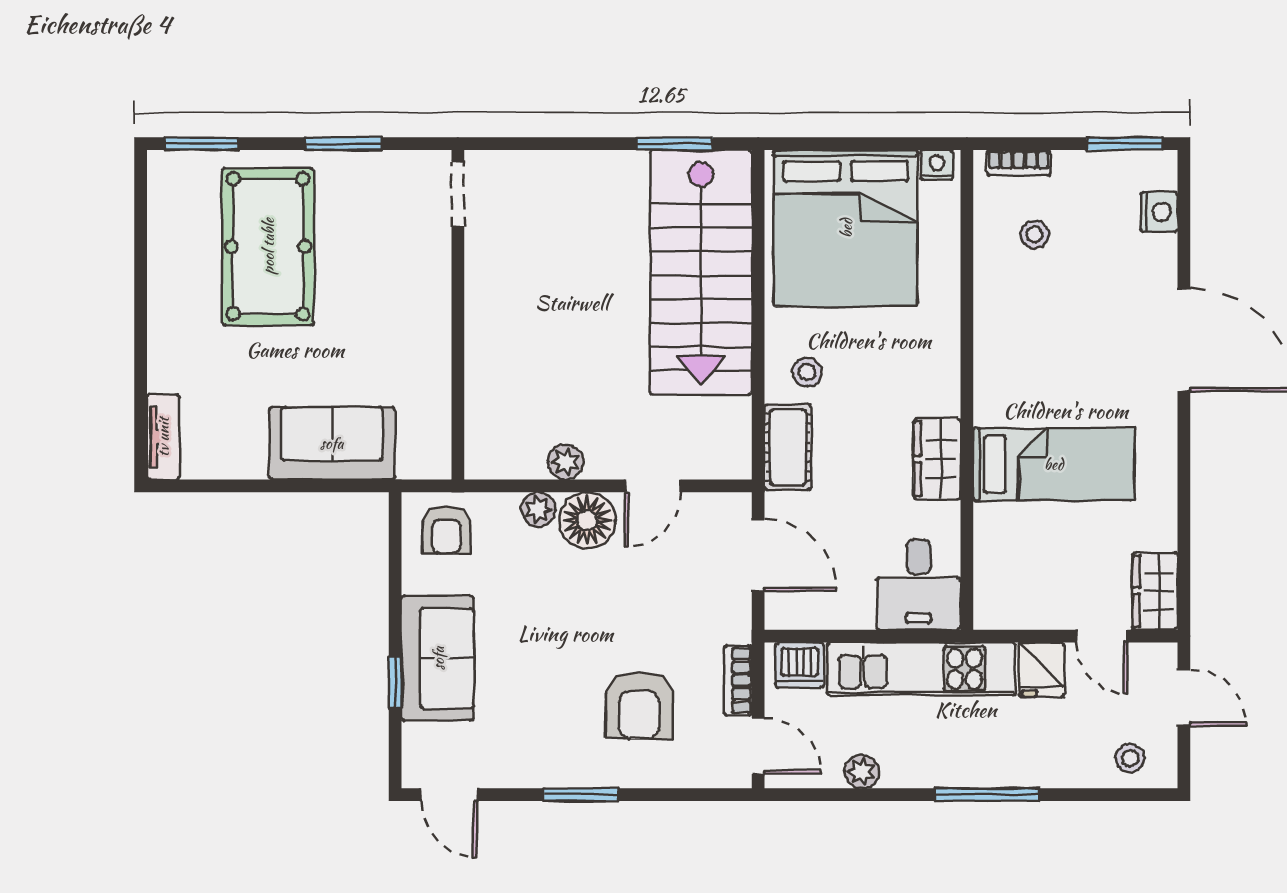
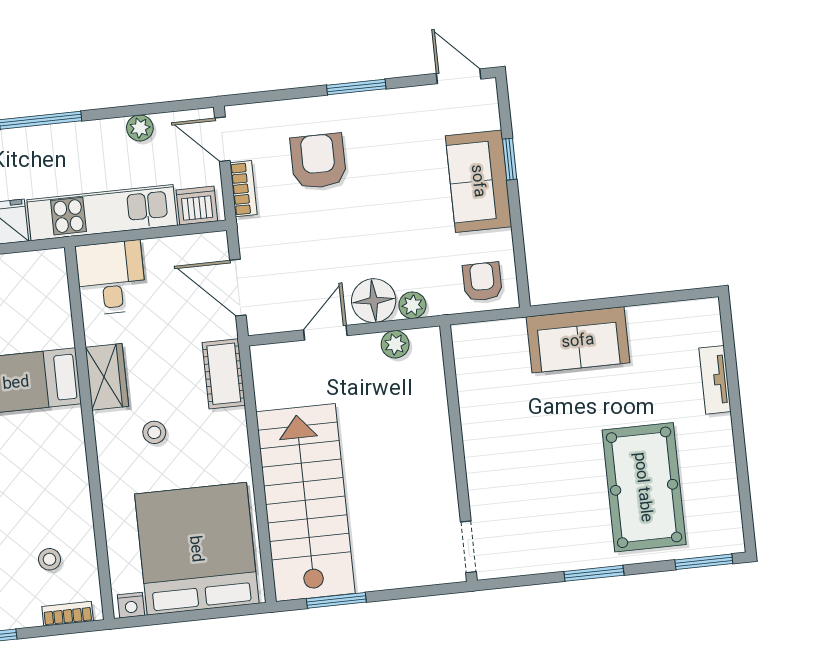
doorway: (458, 194) -> (468, 547), moved
wall: (458, 315) -> (459, 453), moved
stool: (807, 372) -> (154, 432), moved
tv unit: (163, 437) -> (715, 380), moved

